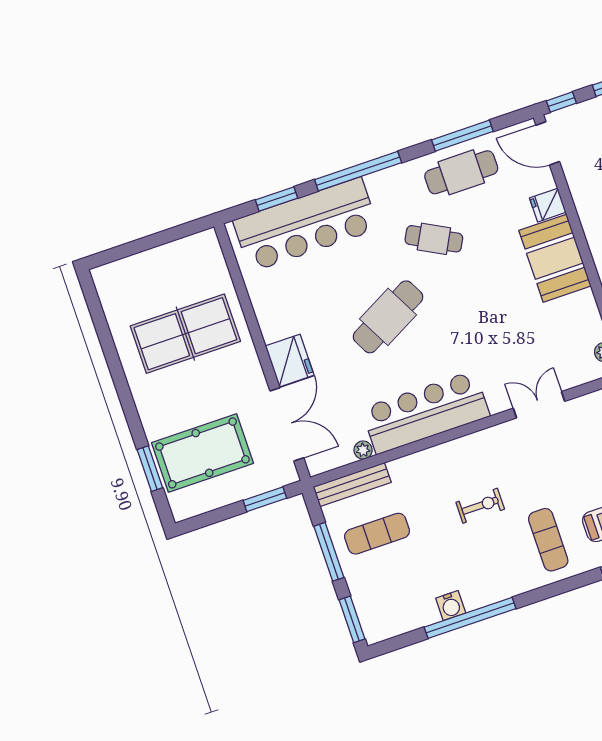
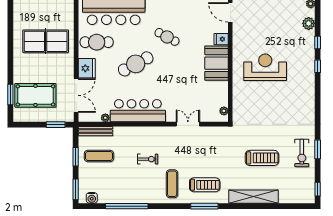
cafe table: (461, 172) -> (97, 42), moved
window: (329, 552) -> (76, 157), width x0.69
water cooler: (451, 606) -> (92, 198), moved

